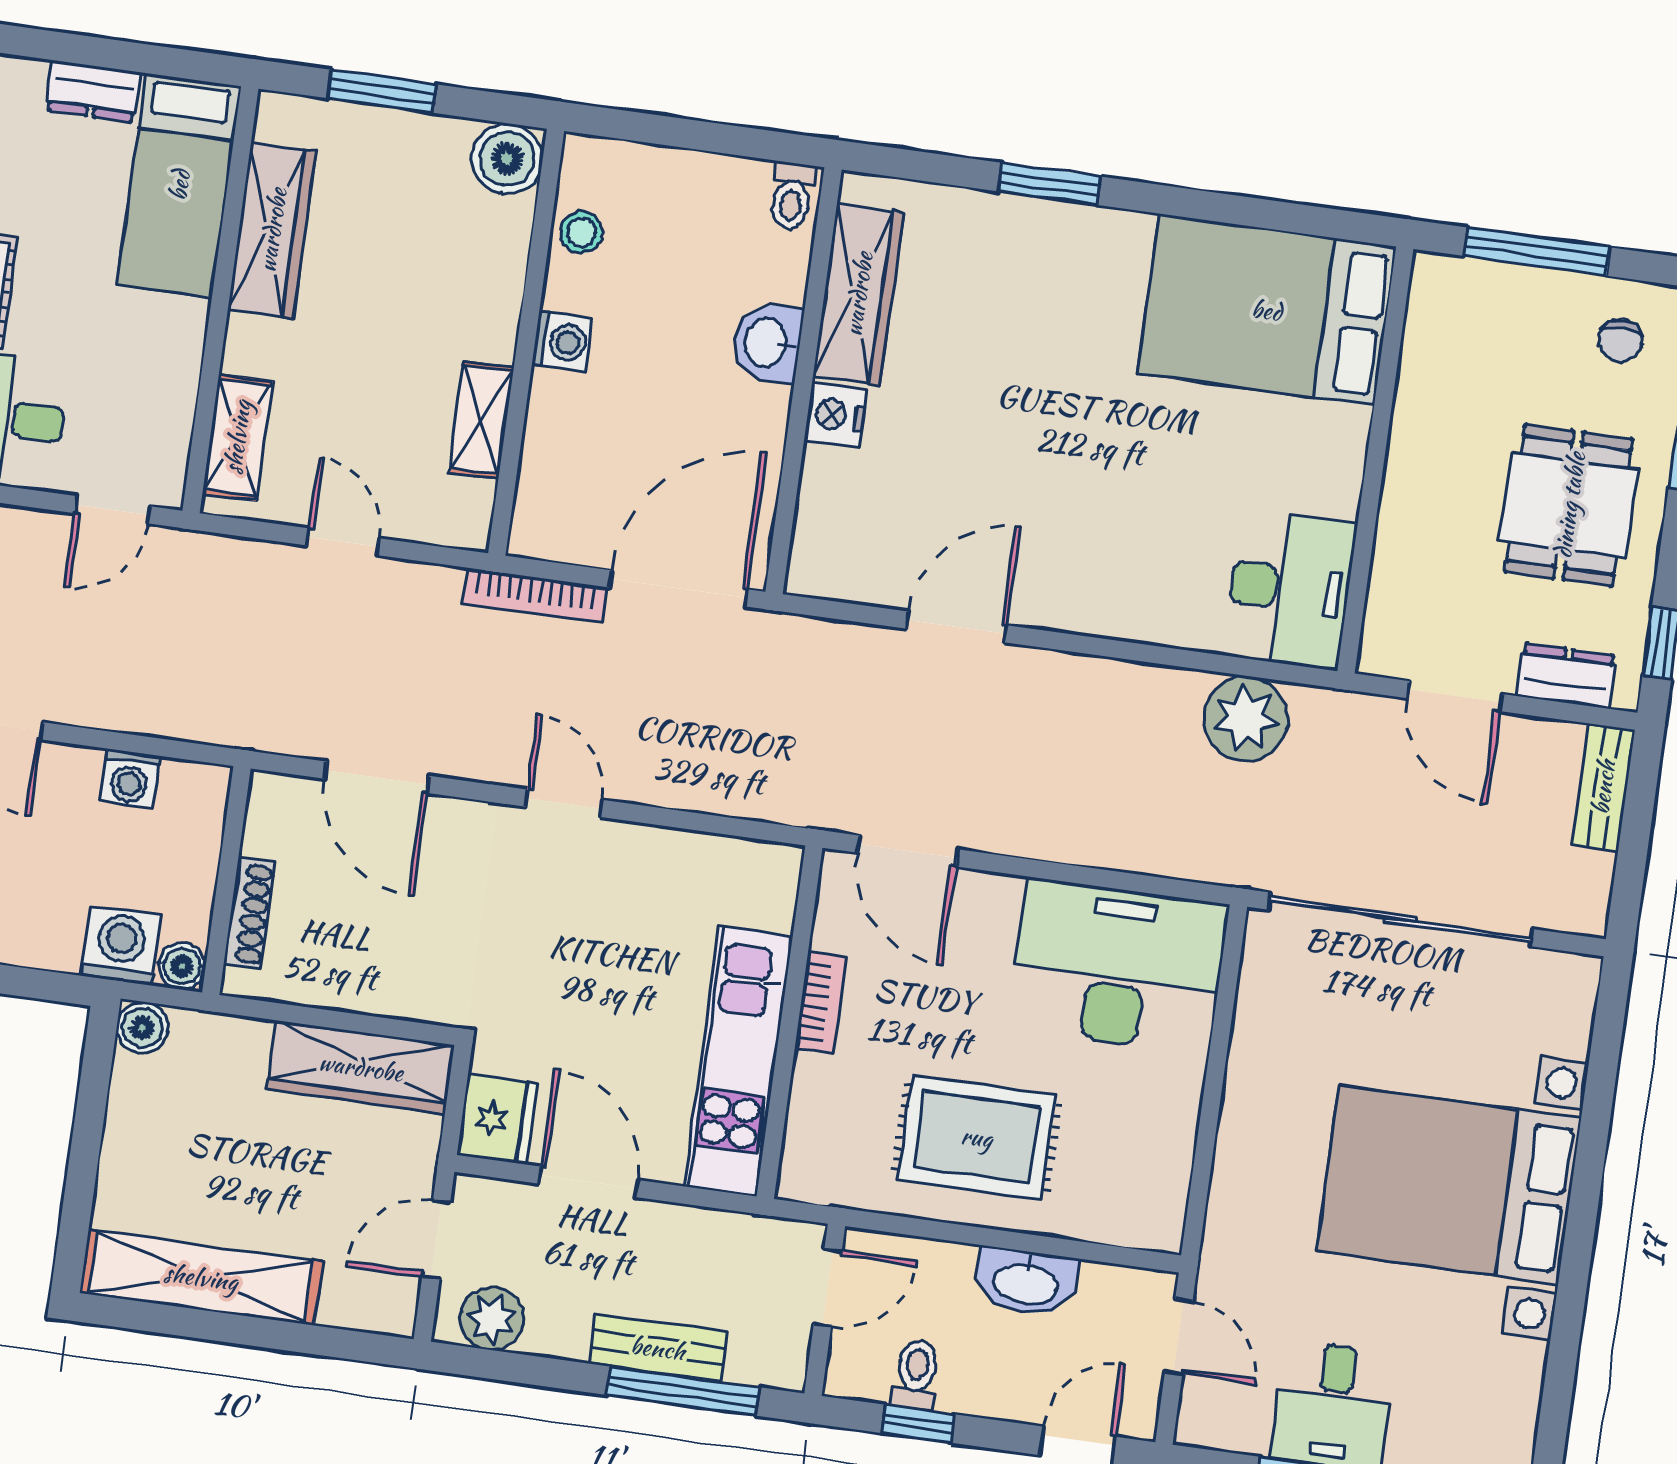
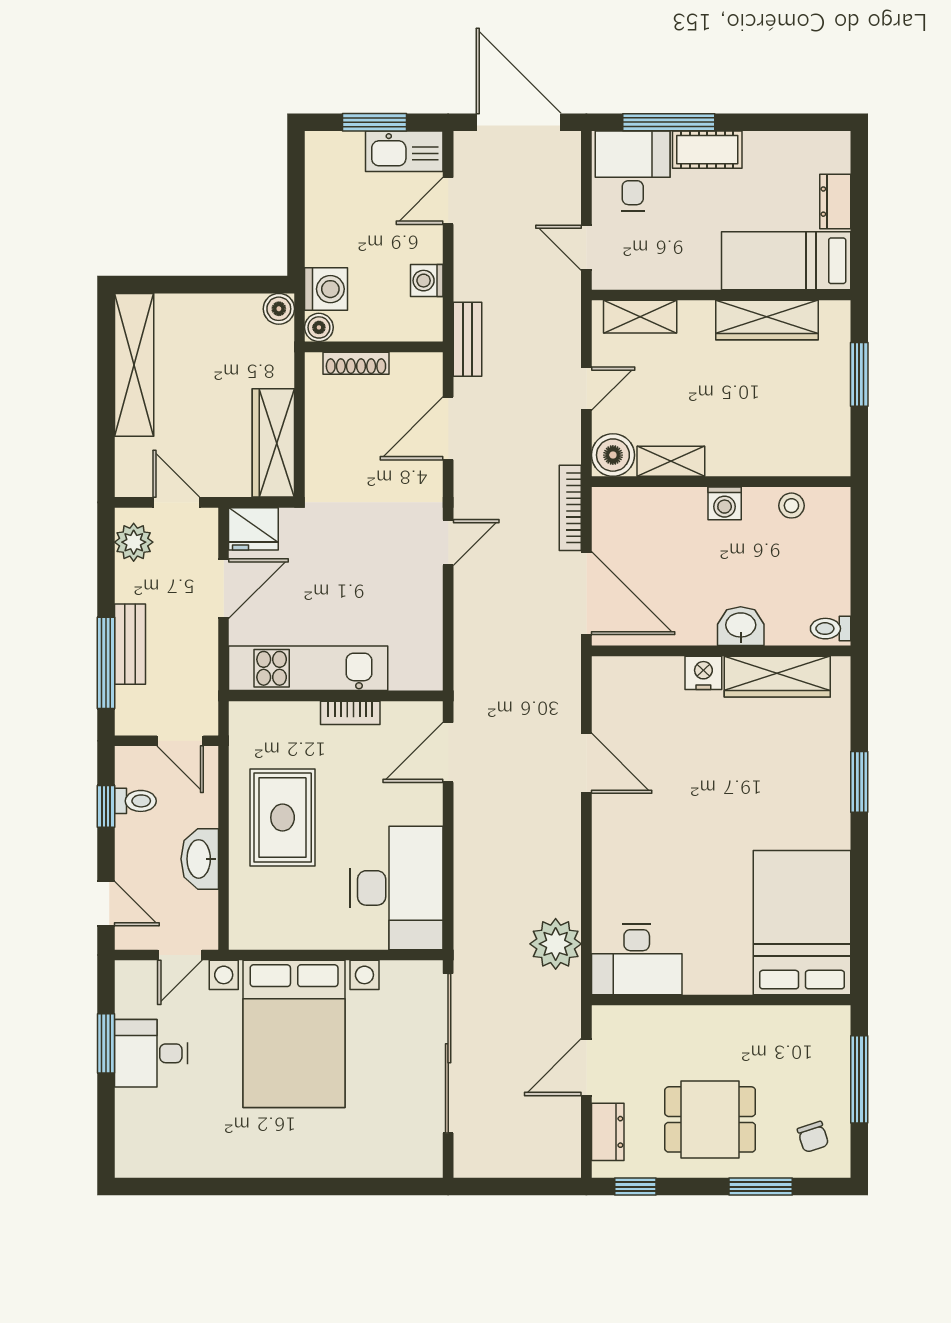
boiler: (507, 159) -> (613, 455), moved
chair: (1621, 341) -> (813, 1137), turned -108
bench: (1603, 787) -> (467, 339), moved, turned 90
bed with nightstands: (1449, 1185) -> (294, 1034), moved, turned 180

